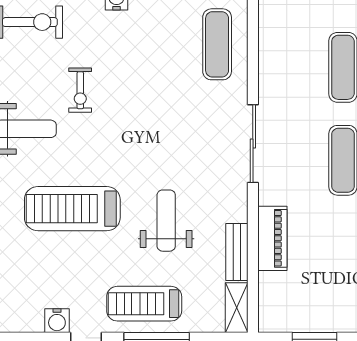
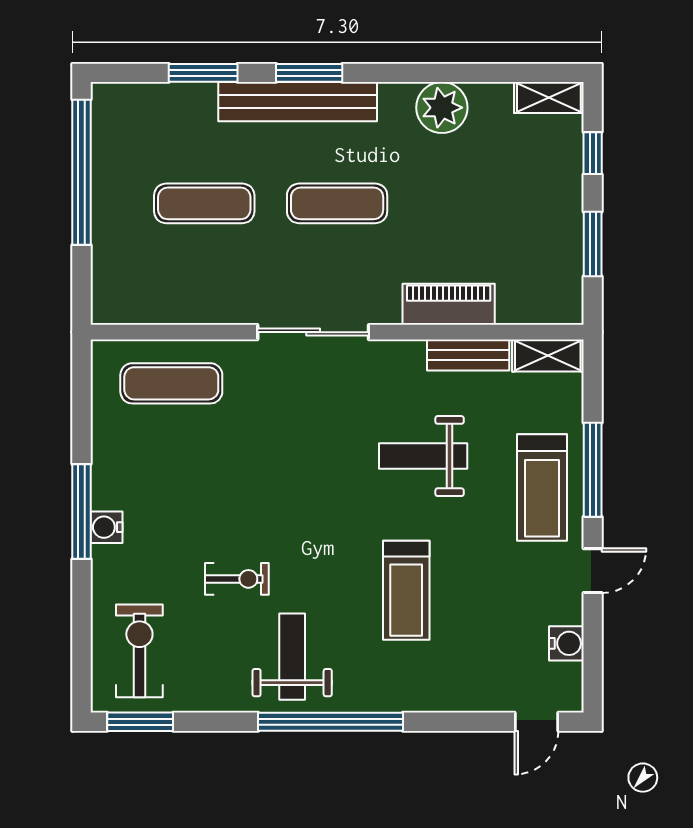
treadmill: (72, 209) -> (406, 590), width x0.73, depth x0.73
water cooler: (57, 321) -> (566, 643), moved

